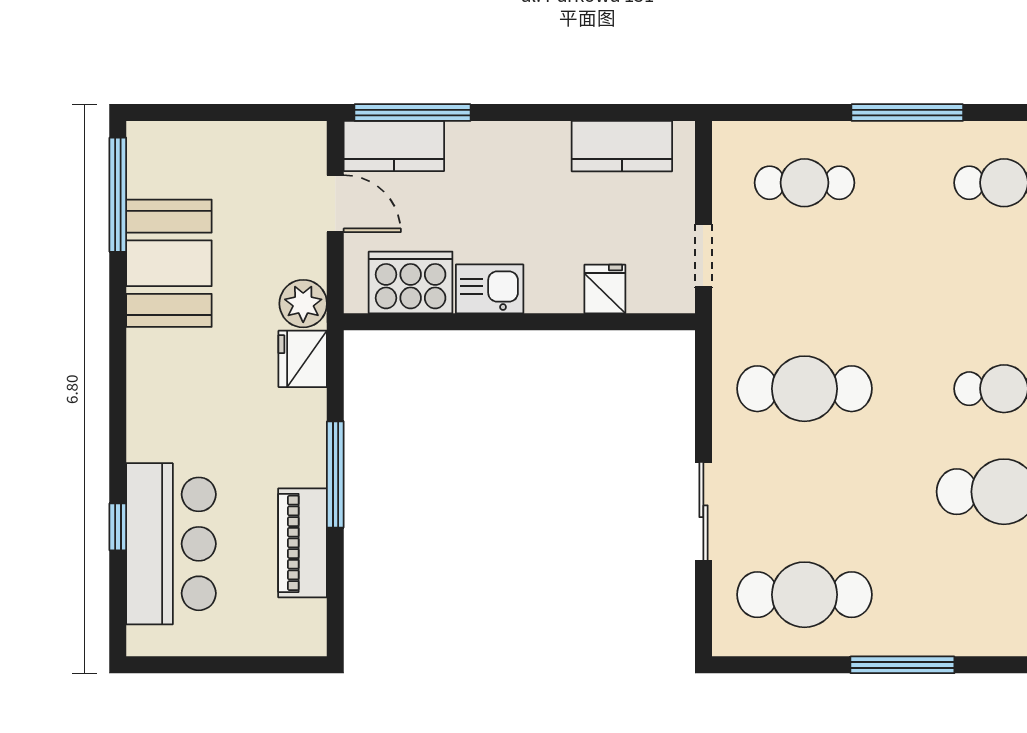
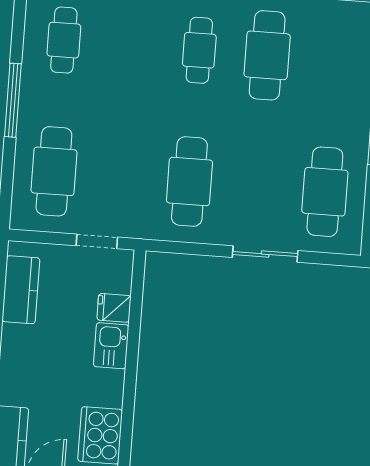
cafe table: (804, 183) -> (54, 171), width x1.37, depth x1.35
kitchen sink: (490, 289) -> (111, 346), moved

